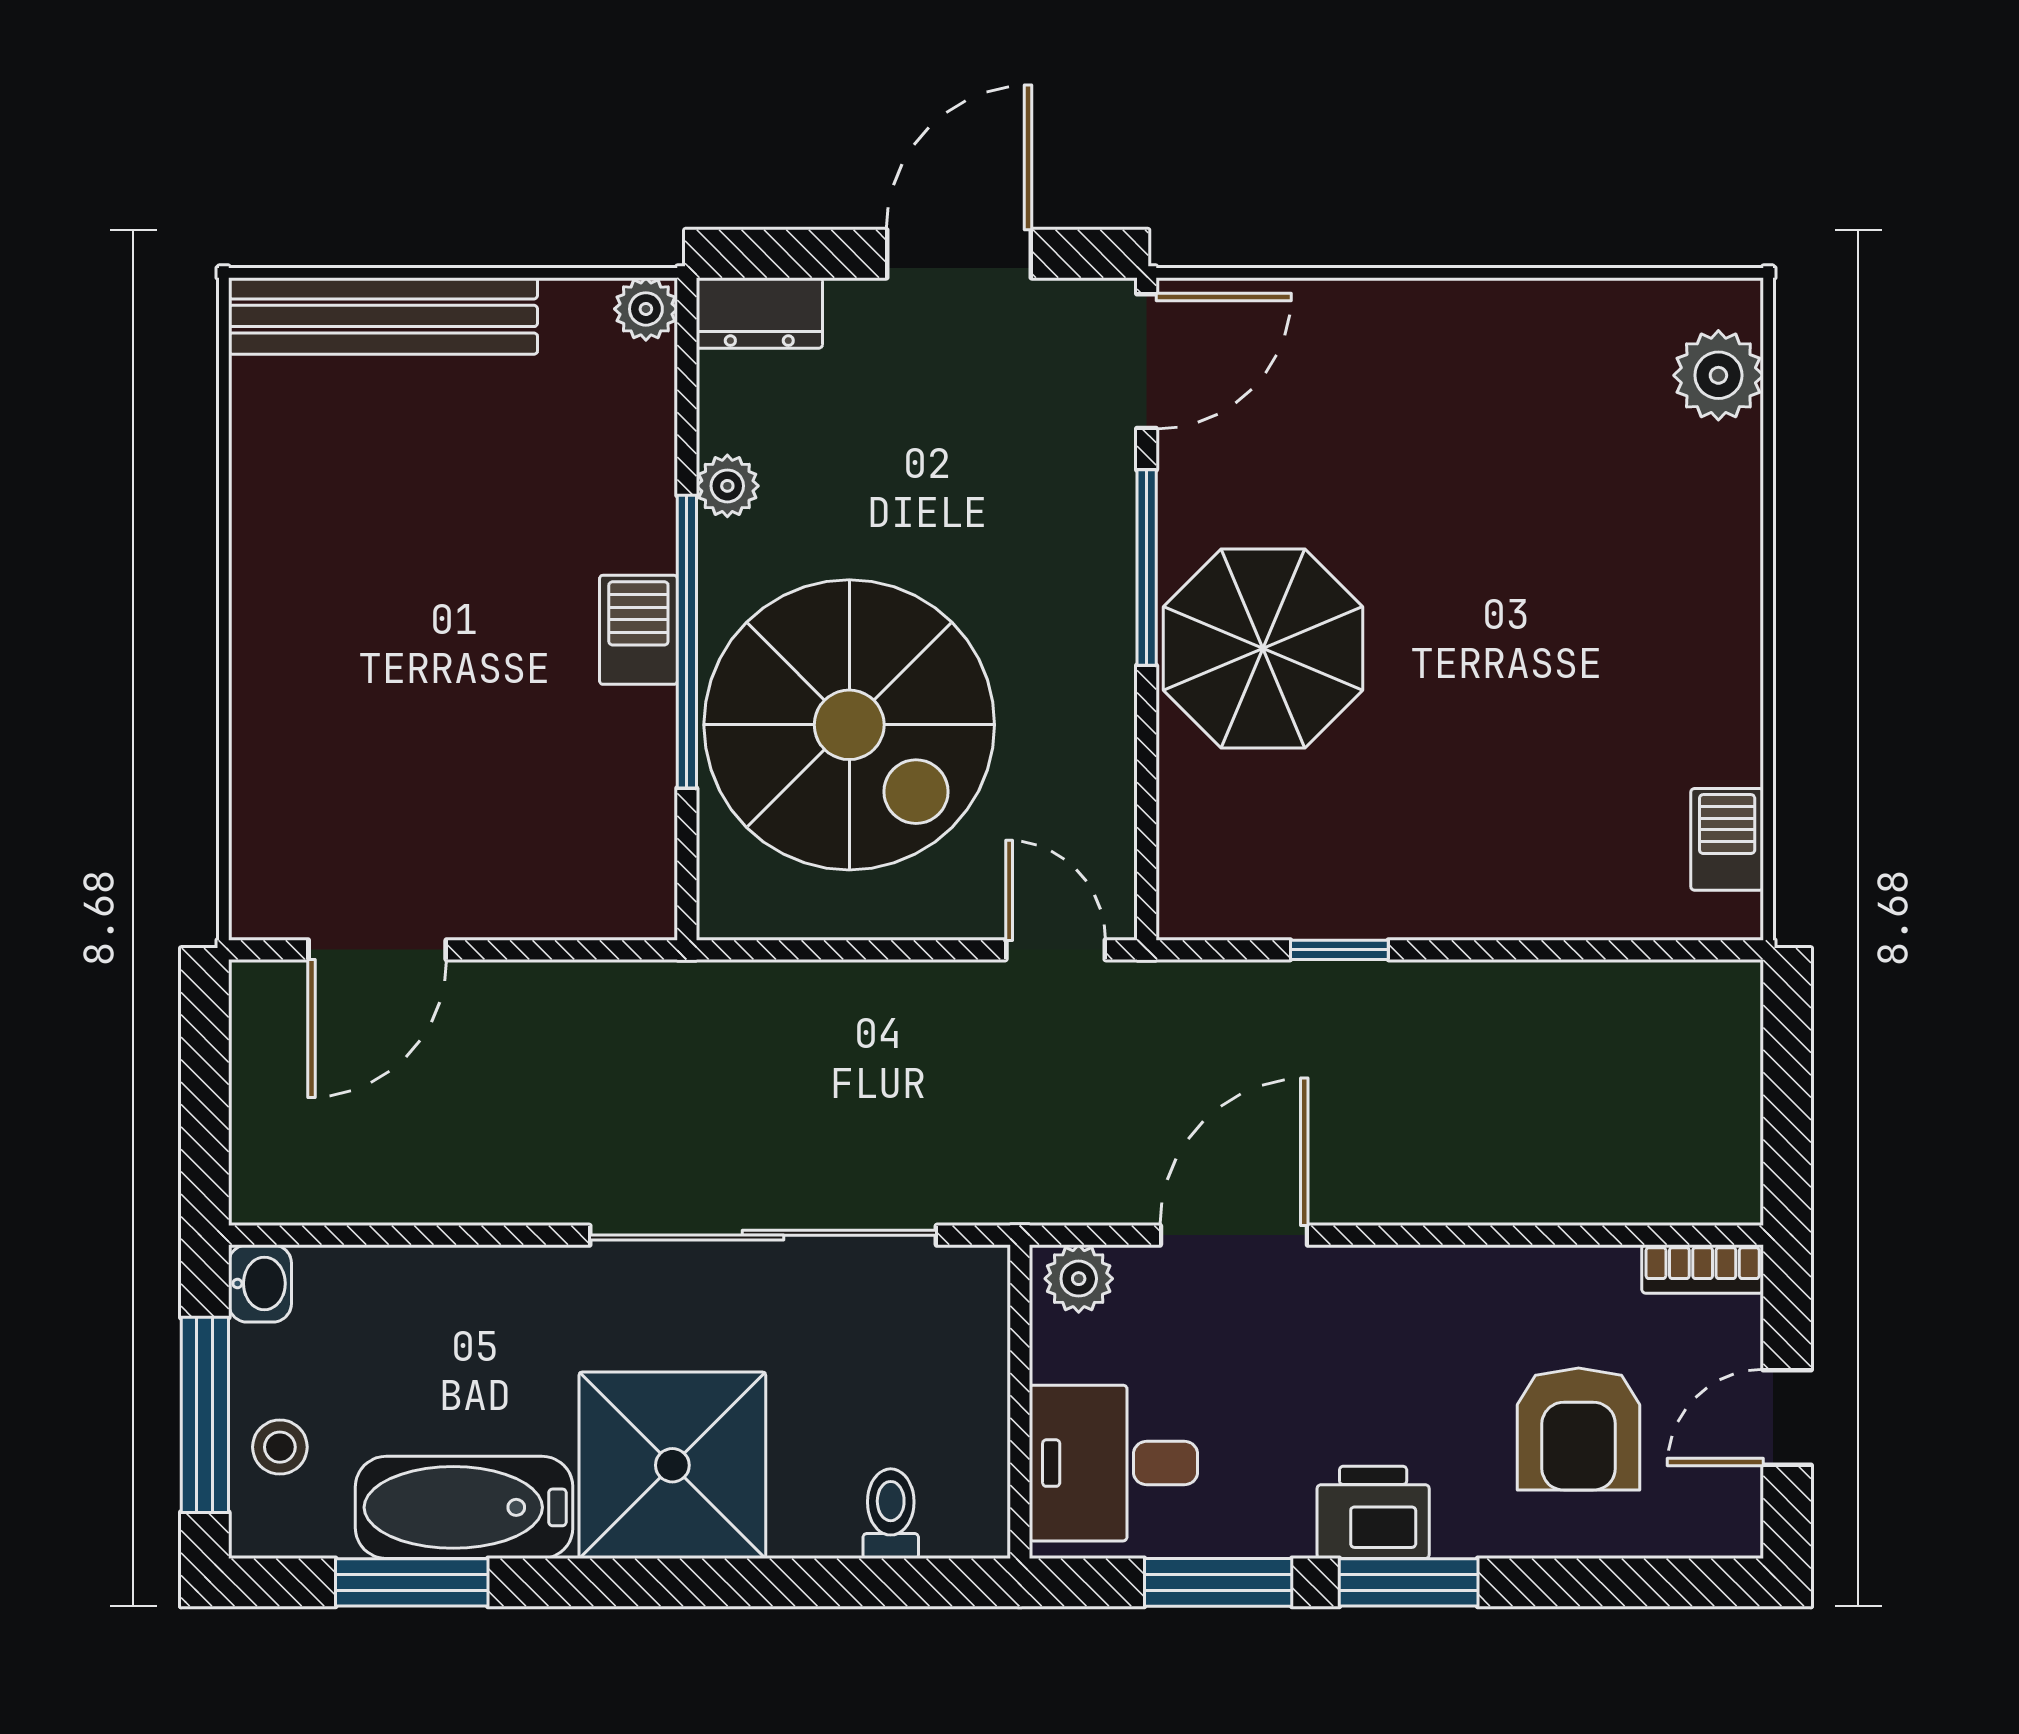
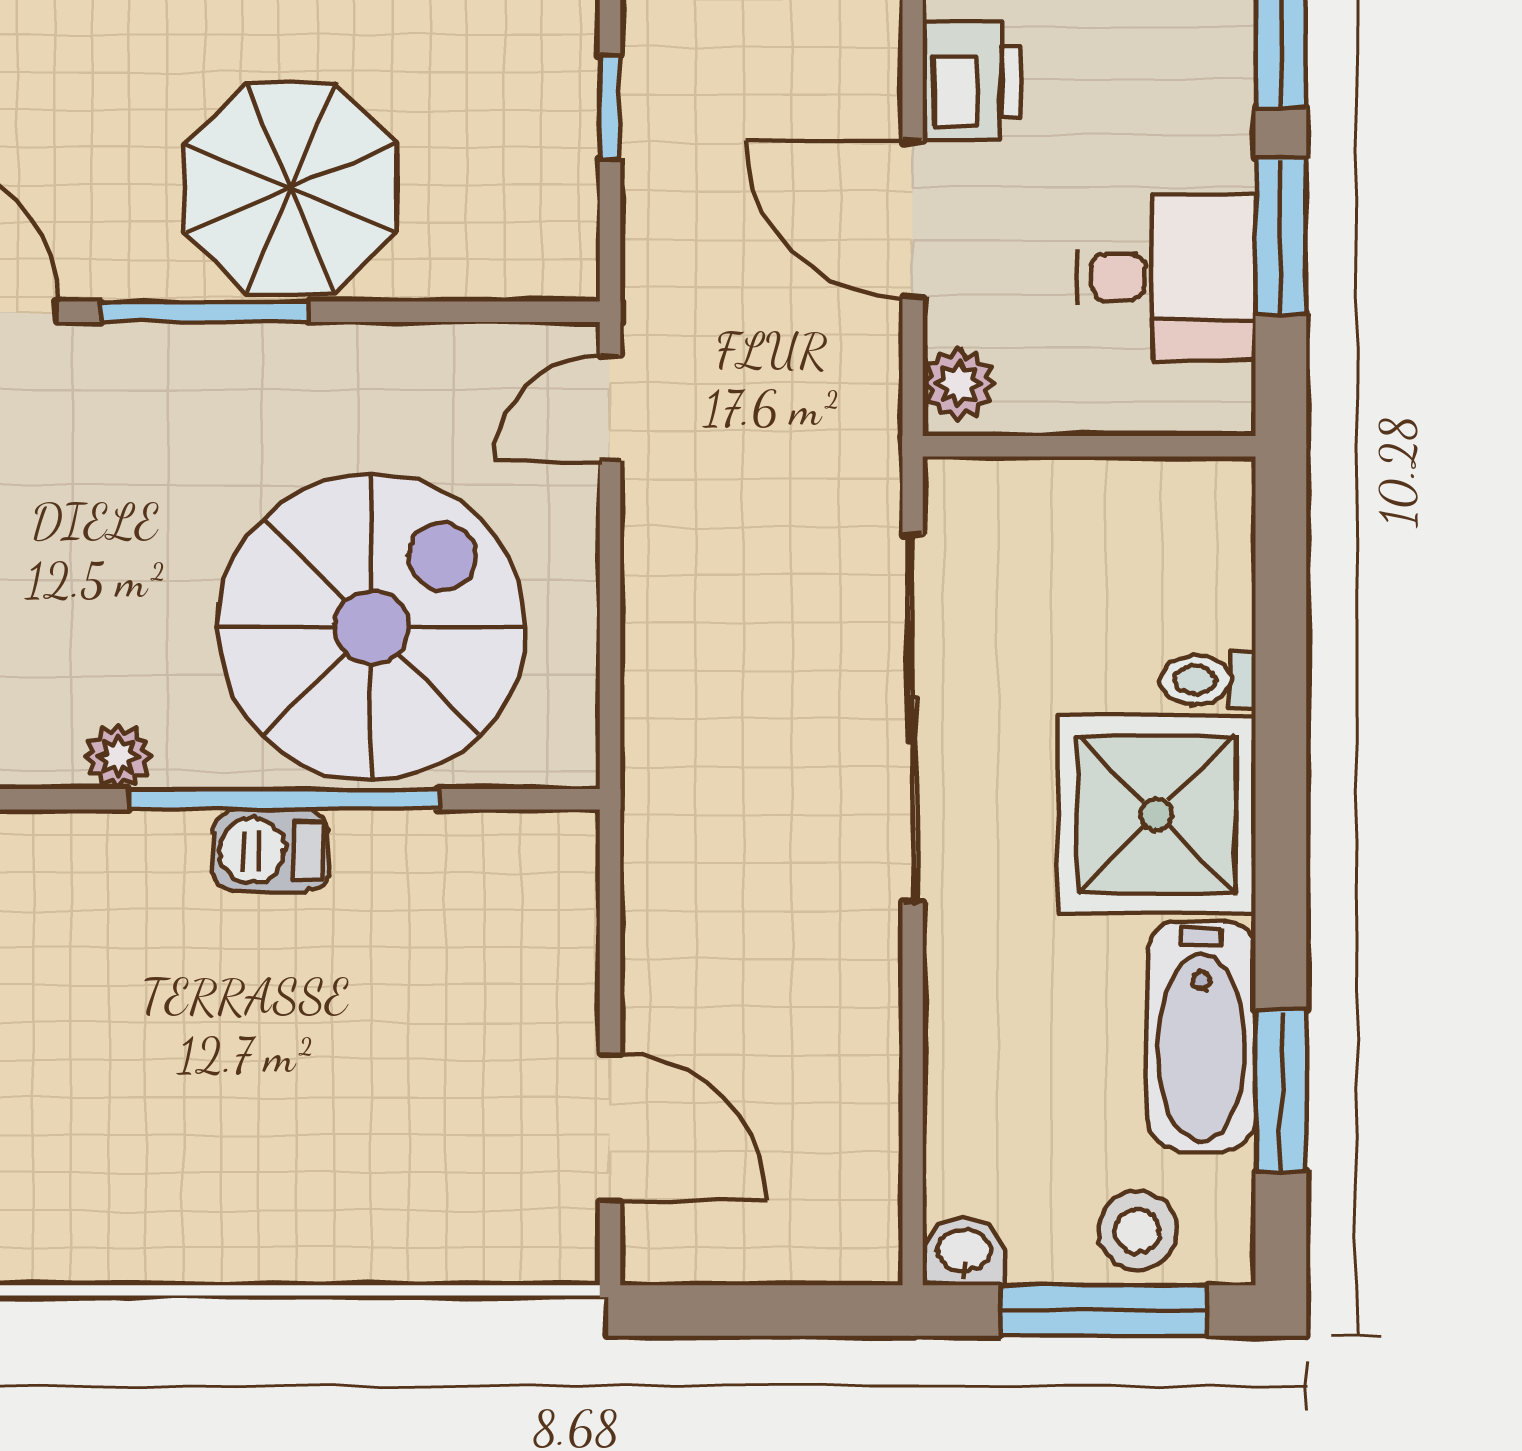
stool: (280, 1447) -> (1137, 1231), width x1.37, depth x1.37
desk: (1113, 1463) -> (1166, 277), moved, turned -90
printer: (1373, 1512) -> (972, 81), moved, turned 180
toilet: (891, 1514) -> (1208, 680), moved

